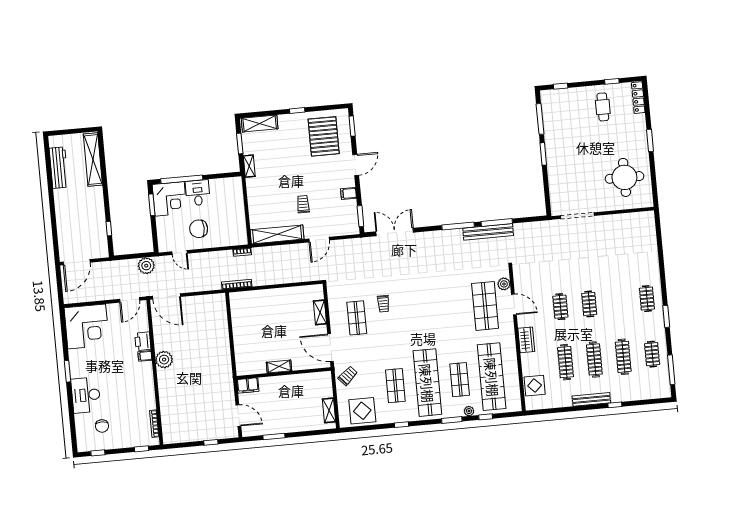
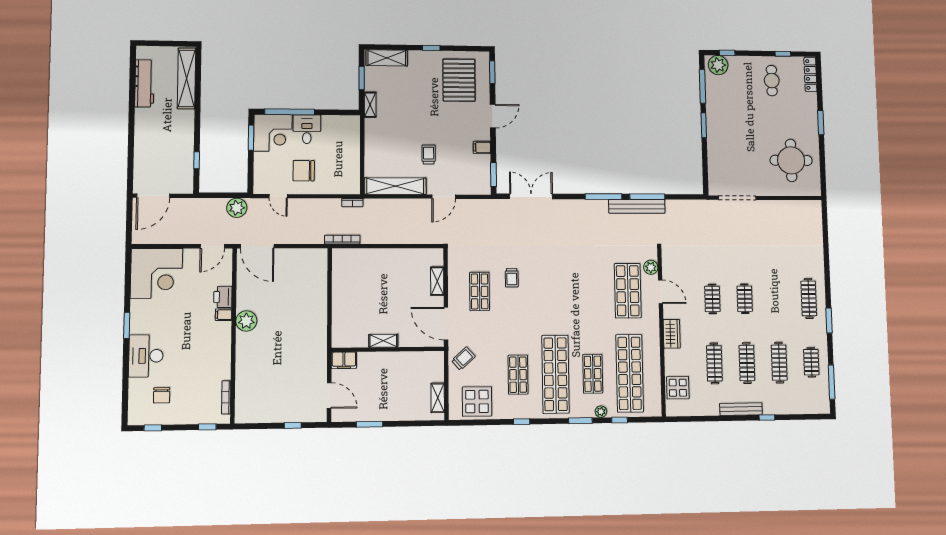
plant: (553, 98) -> (718, 65), added
clothes rail: (647, 299) -> (809, 298), width x1.36

